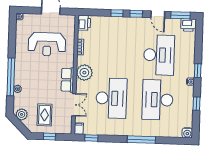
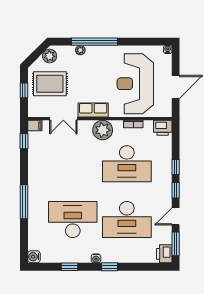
reception desk: (47, 44) -> (135, 84), width x1.36, depth x1.30
desk: (111, 98) -> (127, 164), moved
rug: (45, 115) -> (50, 84), width x1.36, depth x1.43

